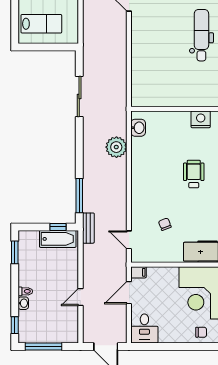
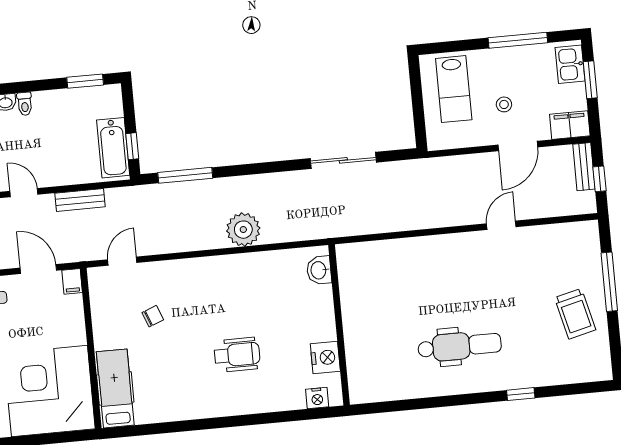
washbasin: (138, 128) -> (319, 270), moved, turned 90
plant: (116, 147) -> (243, 230), moved
bench: (88, 228) -> (80, 200), moved

